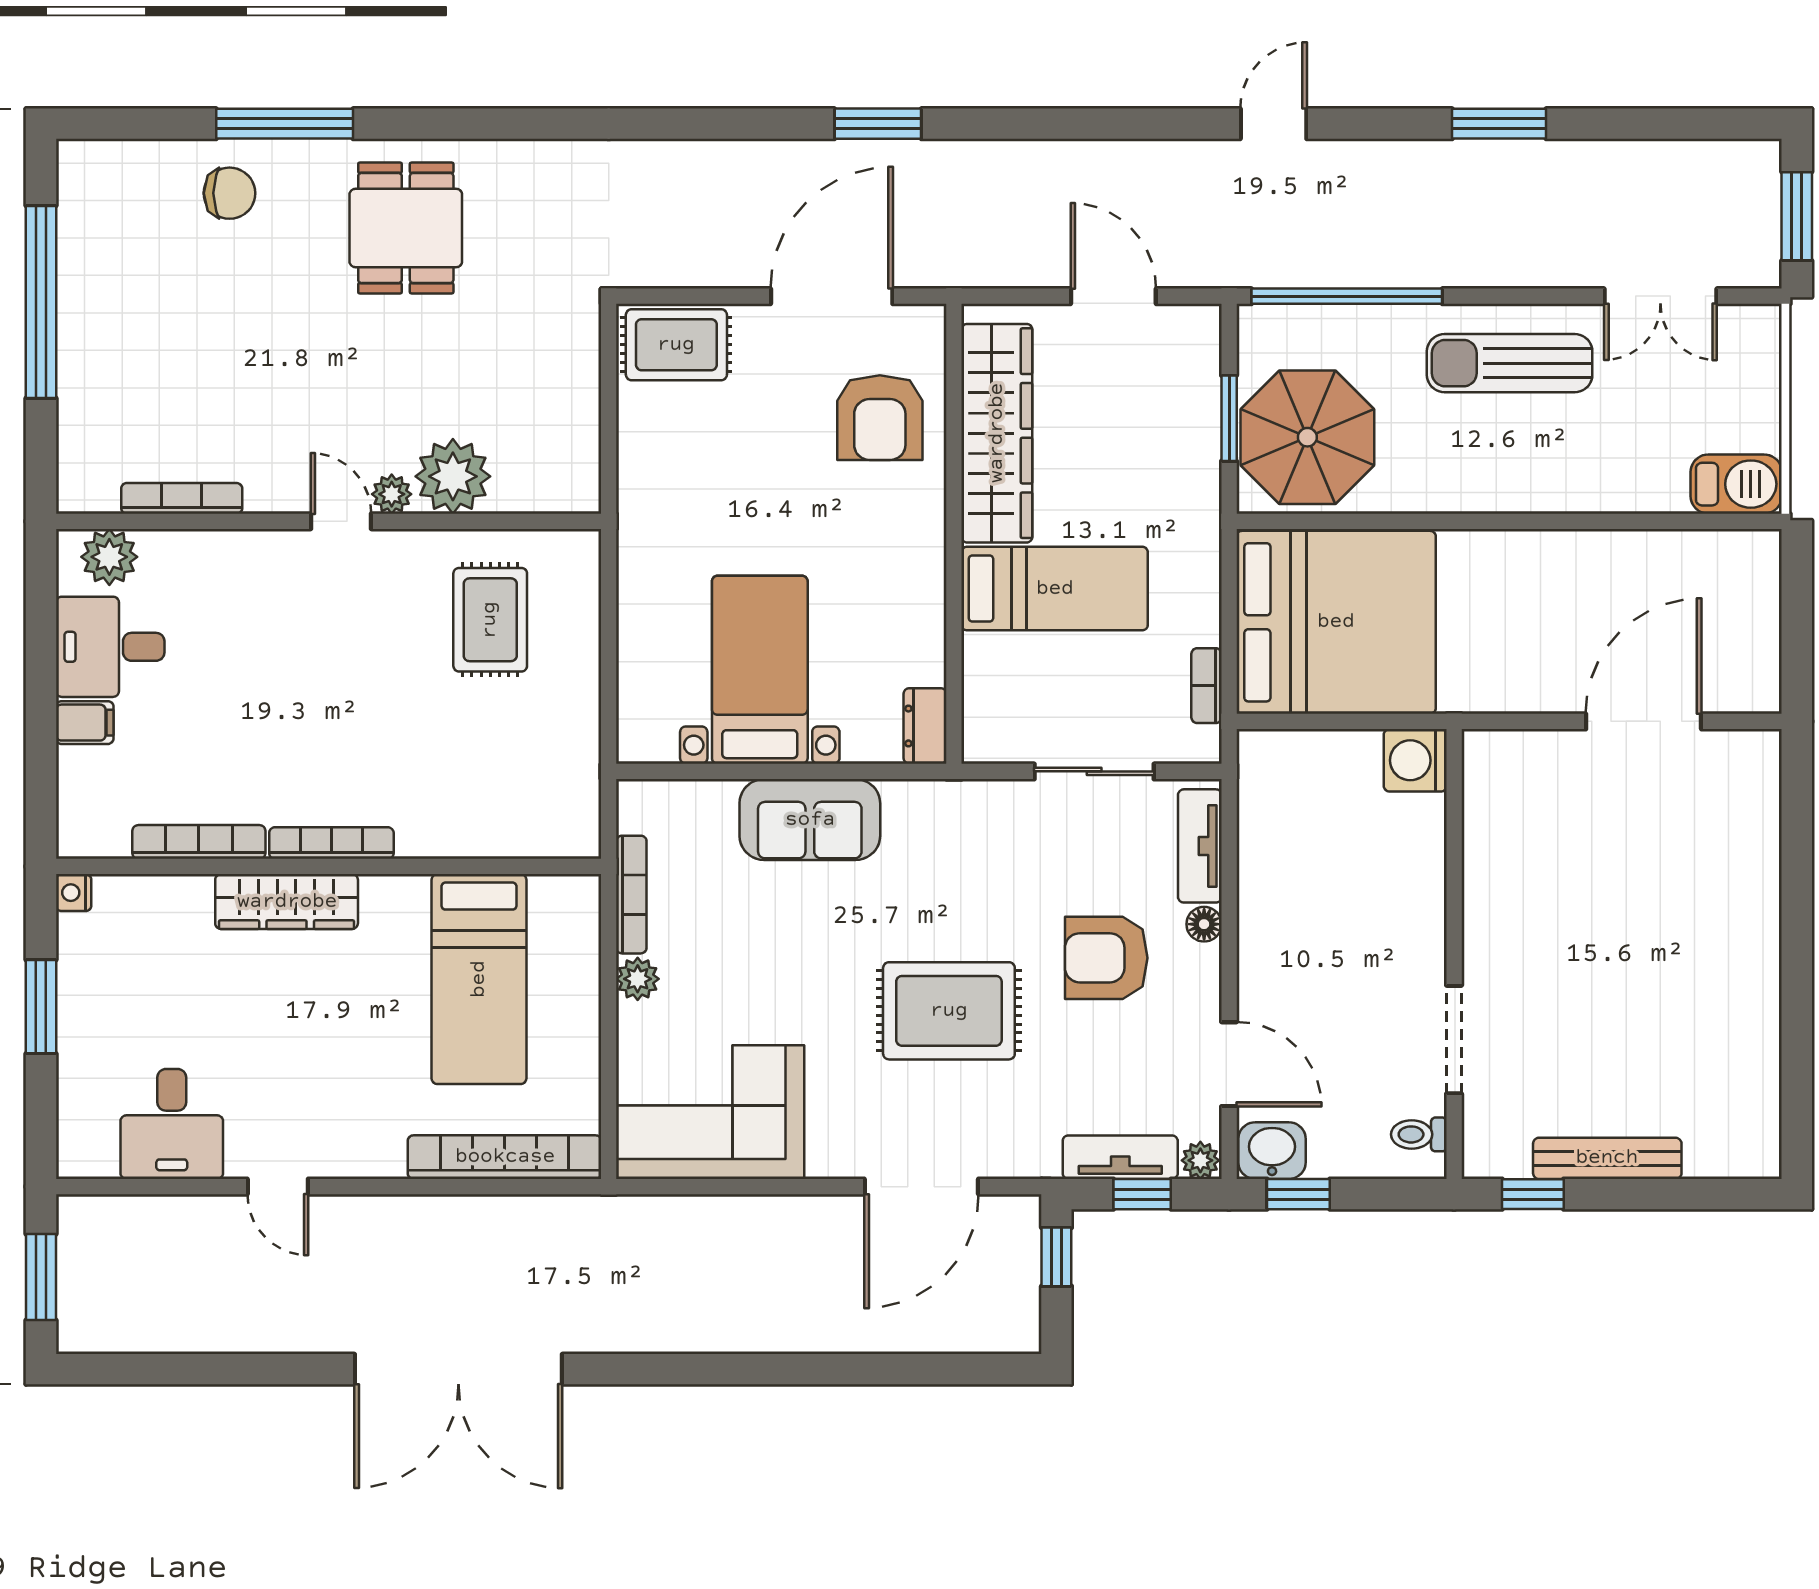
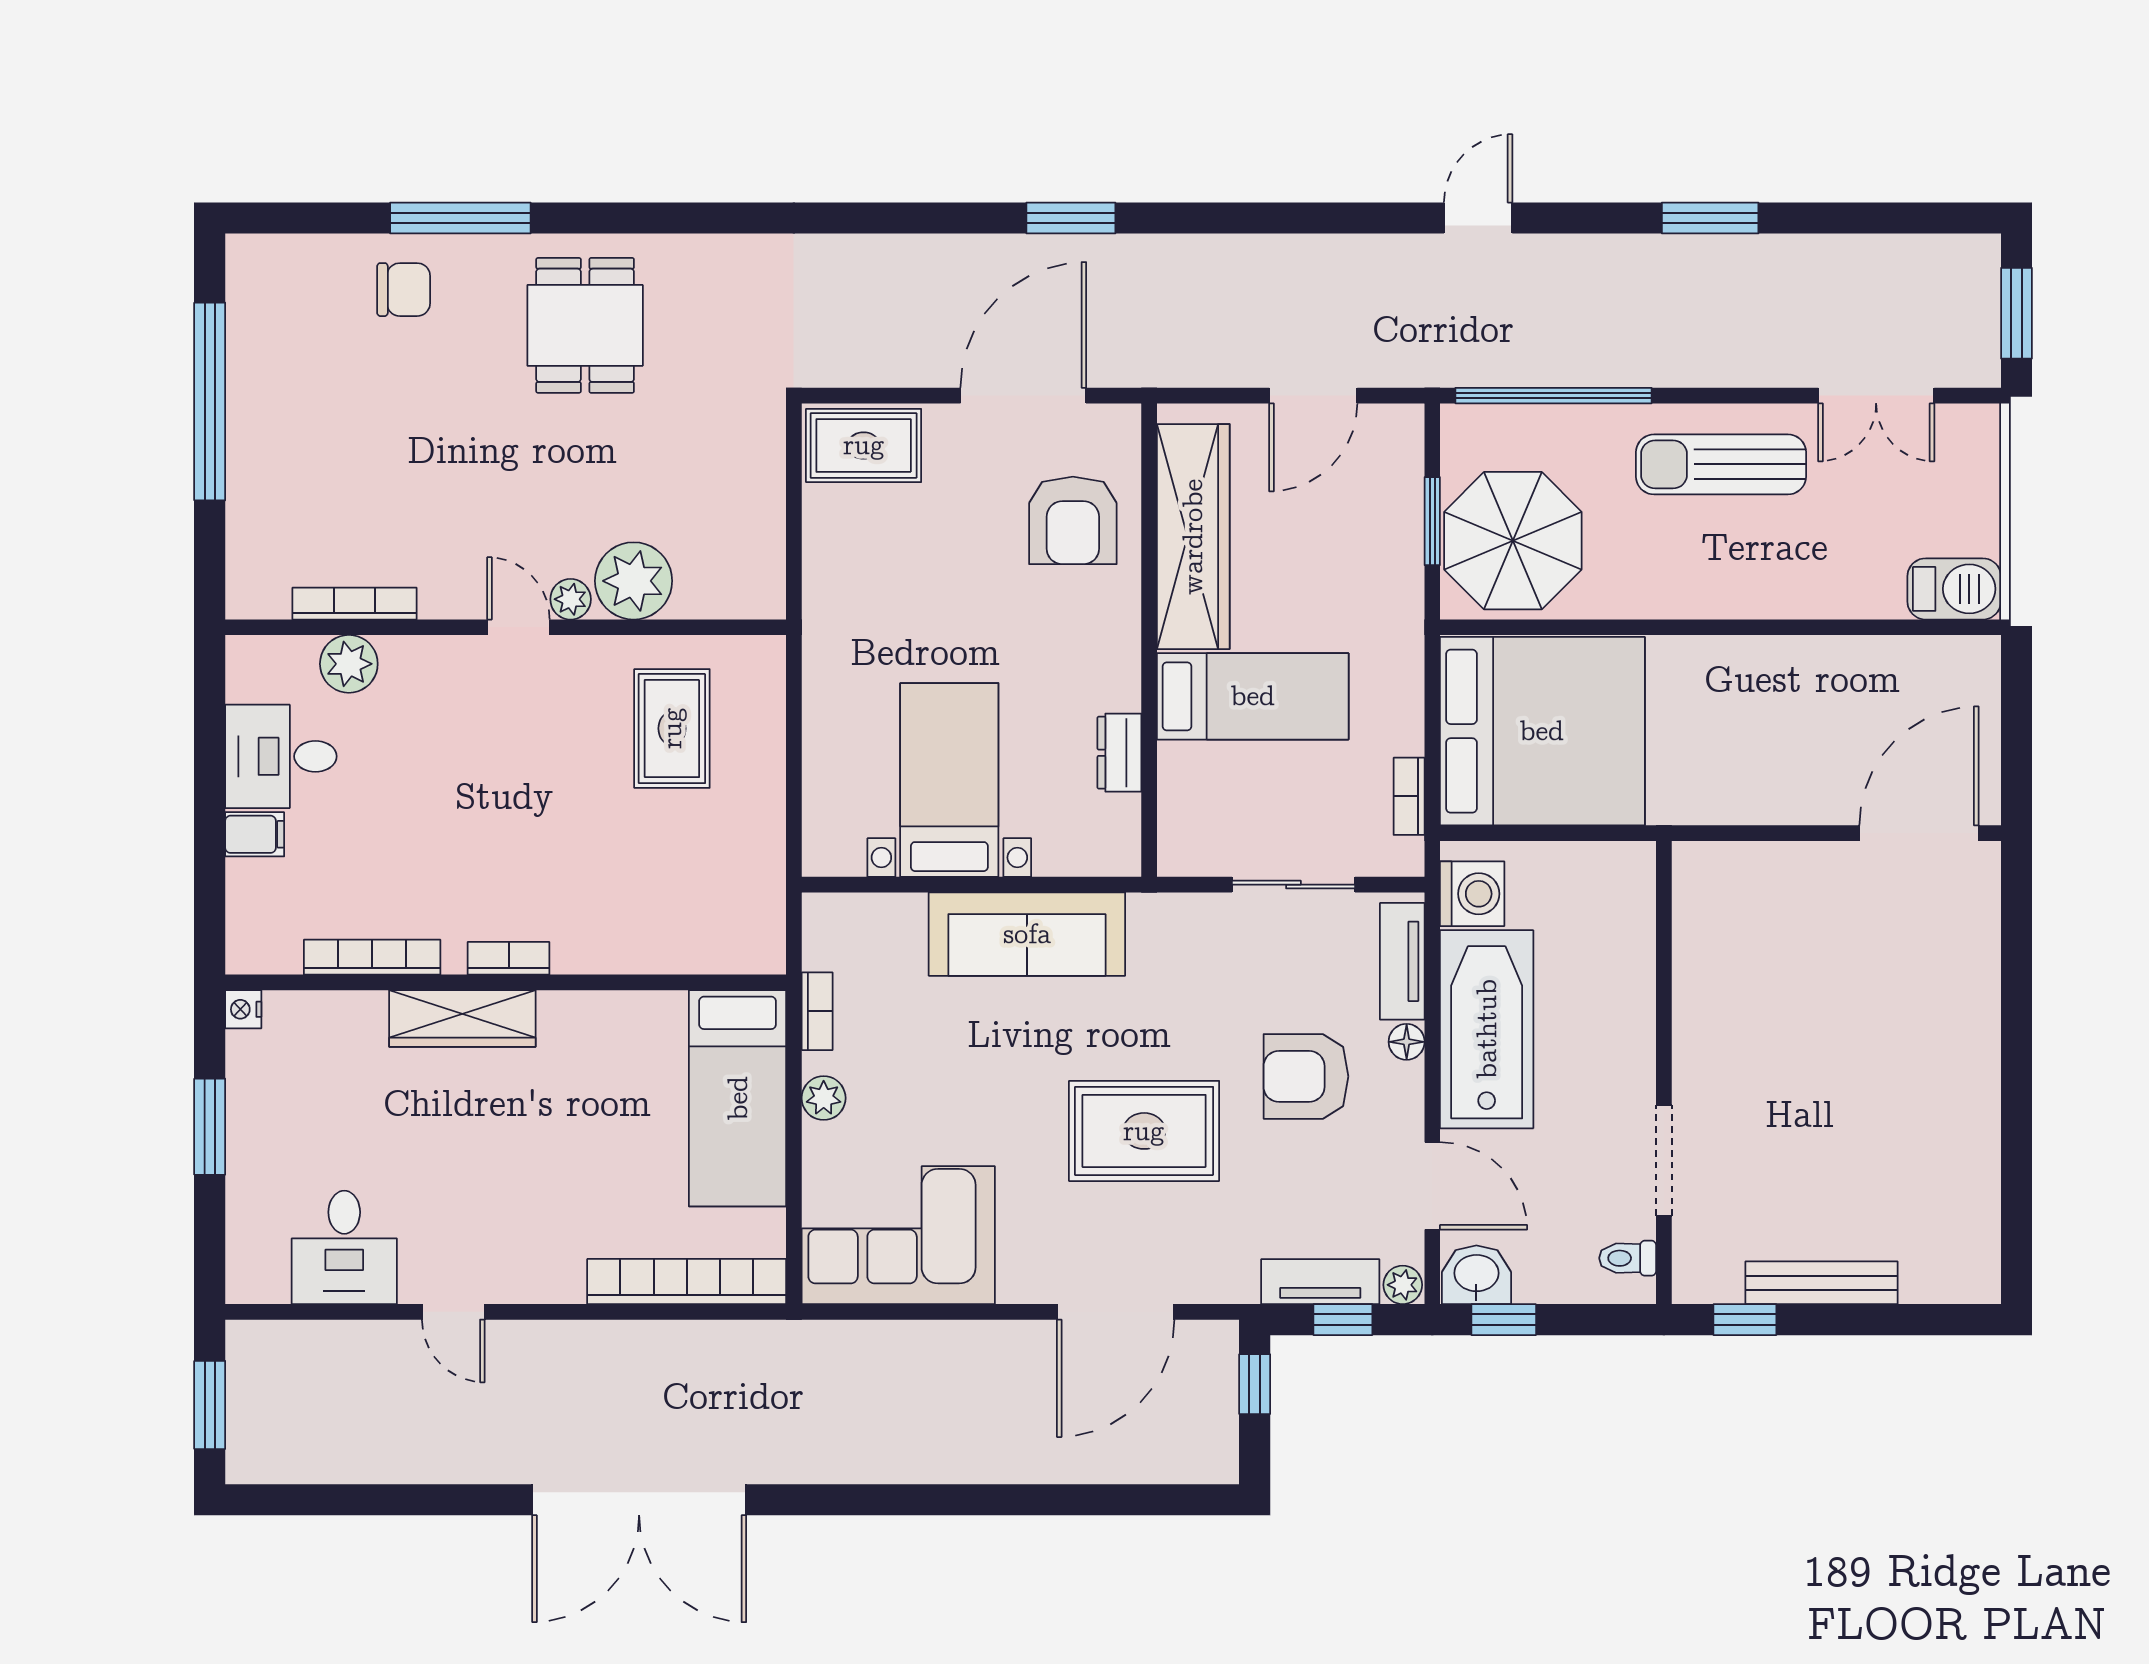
door: (1113, 296) -> (1313, 396), swing flipped
plant: (109, 557) -> (349, 664), moved
door: (1644, 721) -> (1919, 833), moved
dresser: (925, 726) -> (1119, 753), moved
washing machine: (1415, 760) -> (1472, 894), moved, turned 180
sofa: (810, 820) -> (1027, 934), width x1.36
bookcase: (331, 843) -> (509, 958), width x0.64
bookcase: (631, 895) -> (817, 1011), width x0.64
bathtub: (1282, 912) -> (1487, 1029), added
bed: (479, 979) -> (738, 1098), moved

